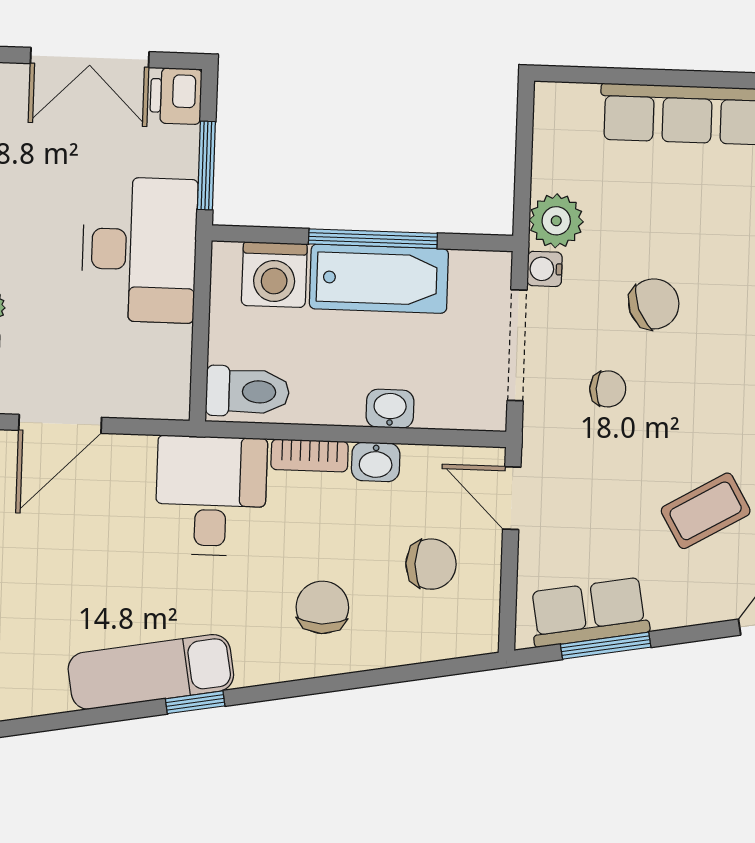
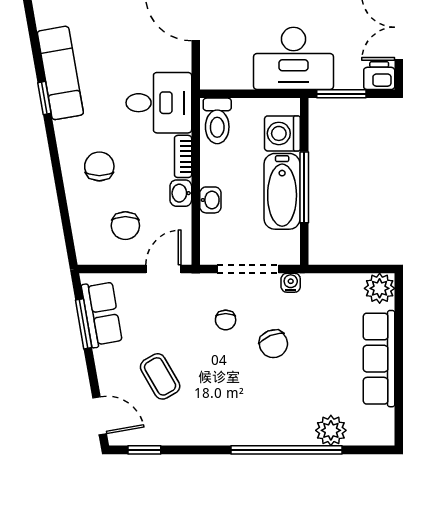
plant: (556, 221) -> (380, 288), moved
chair: (322, 607) -> (99, 166), turned -90

